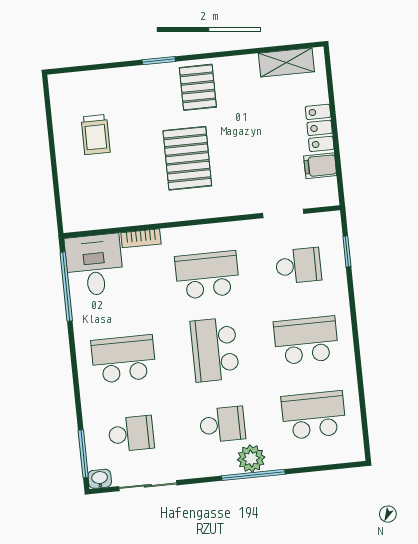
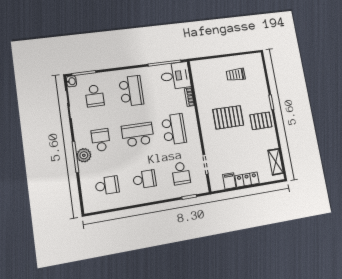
school desk: (306, 340) -> (145, 179), width x0.54
school desk: (314, 415) -> (107, 185), width x0.54
school desk: (222, 424) -> (101, 140), turned 180

